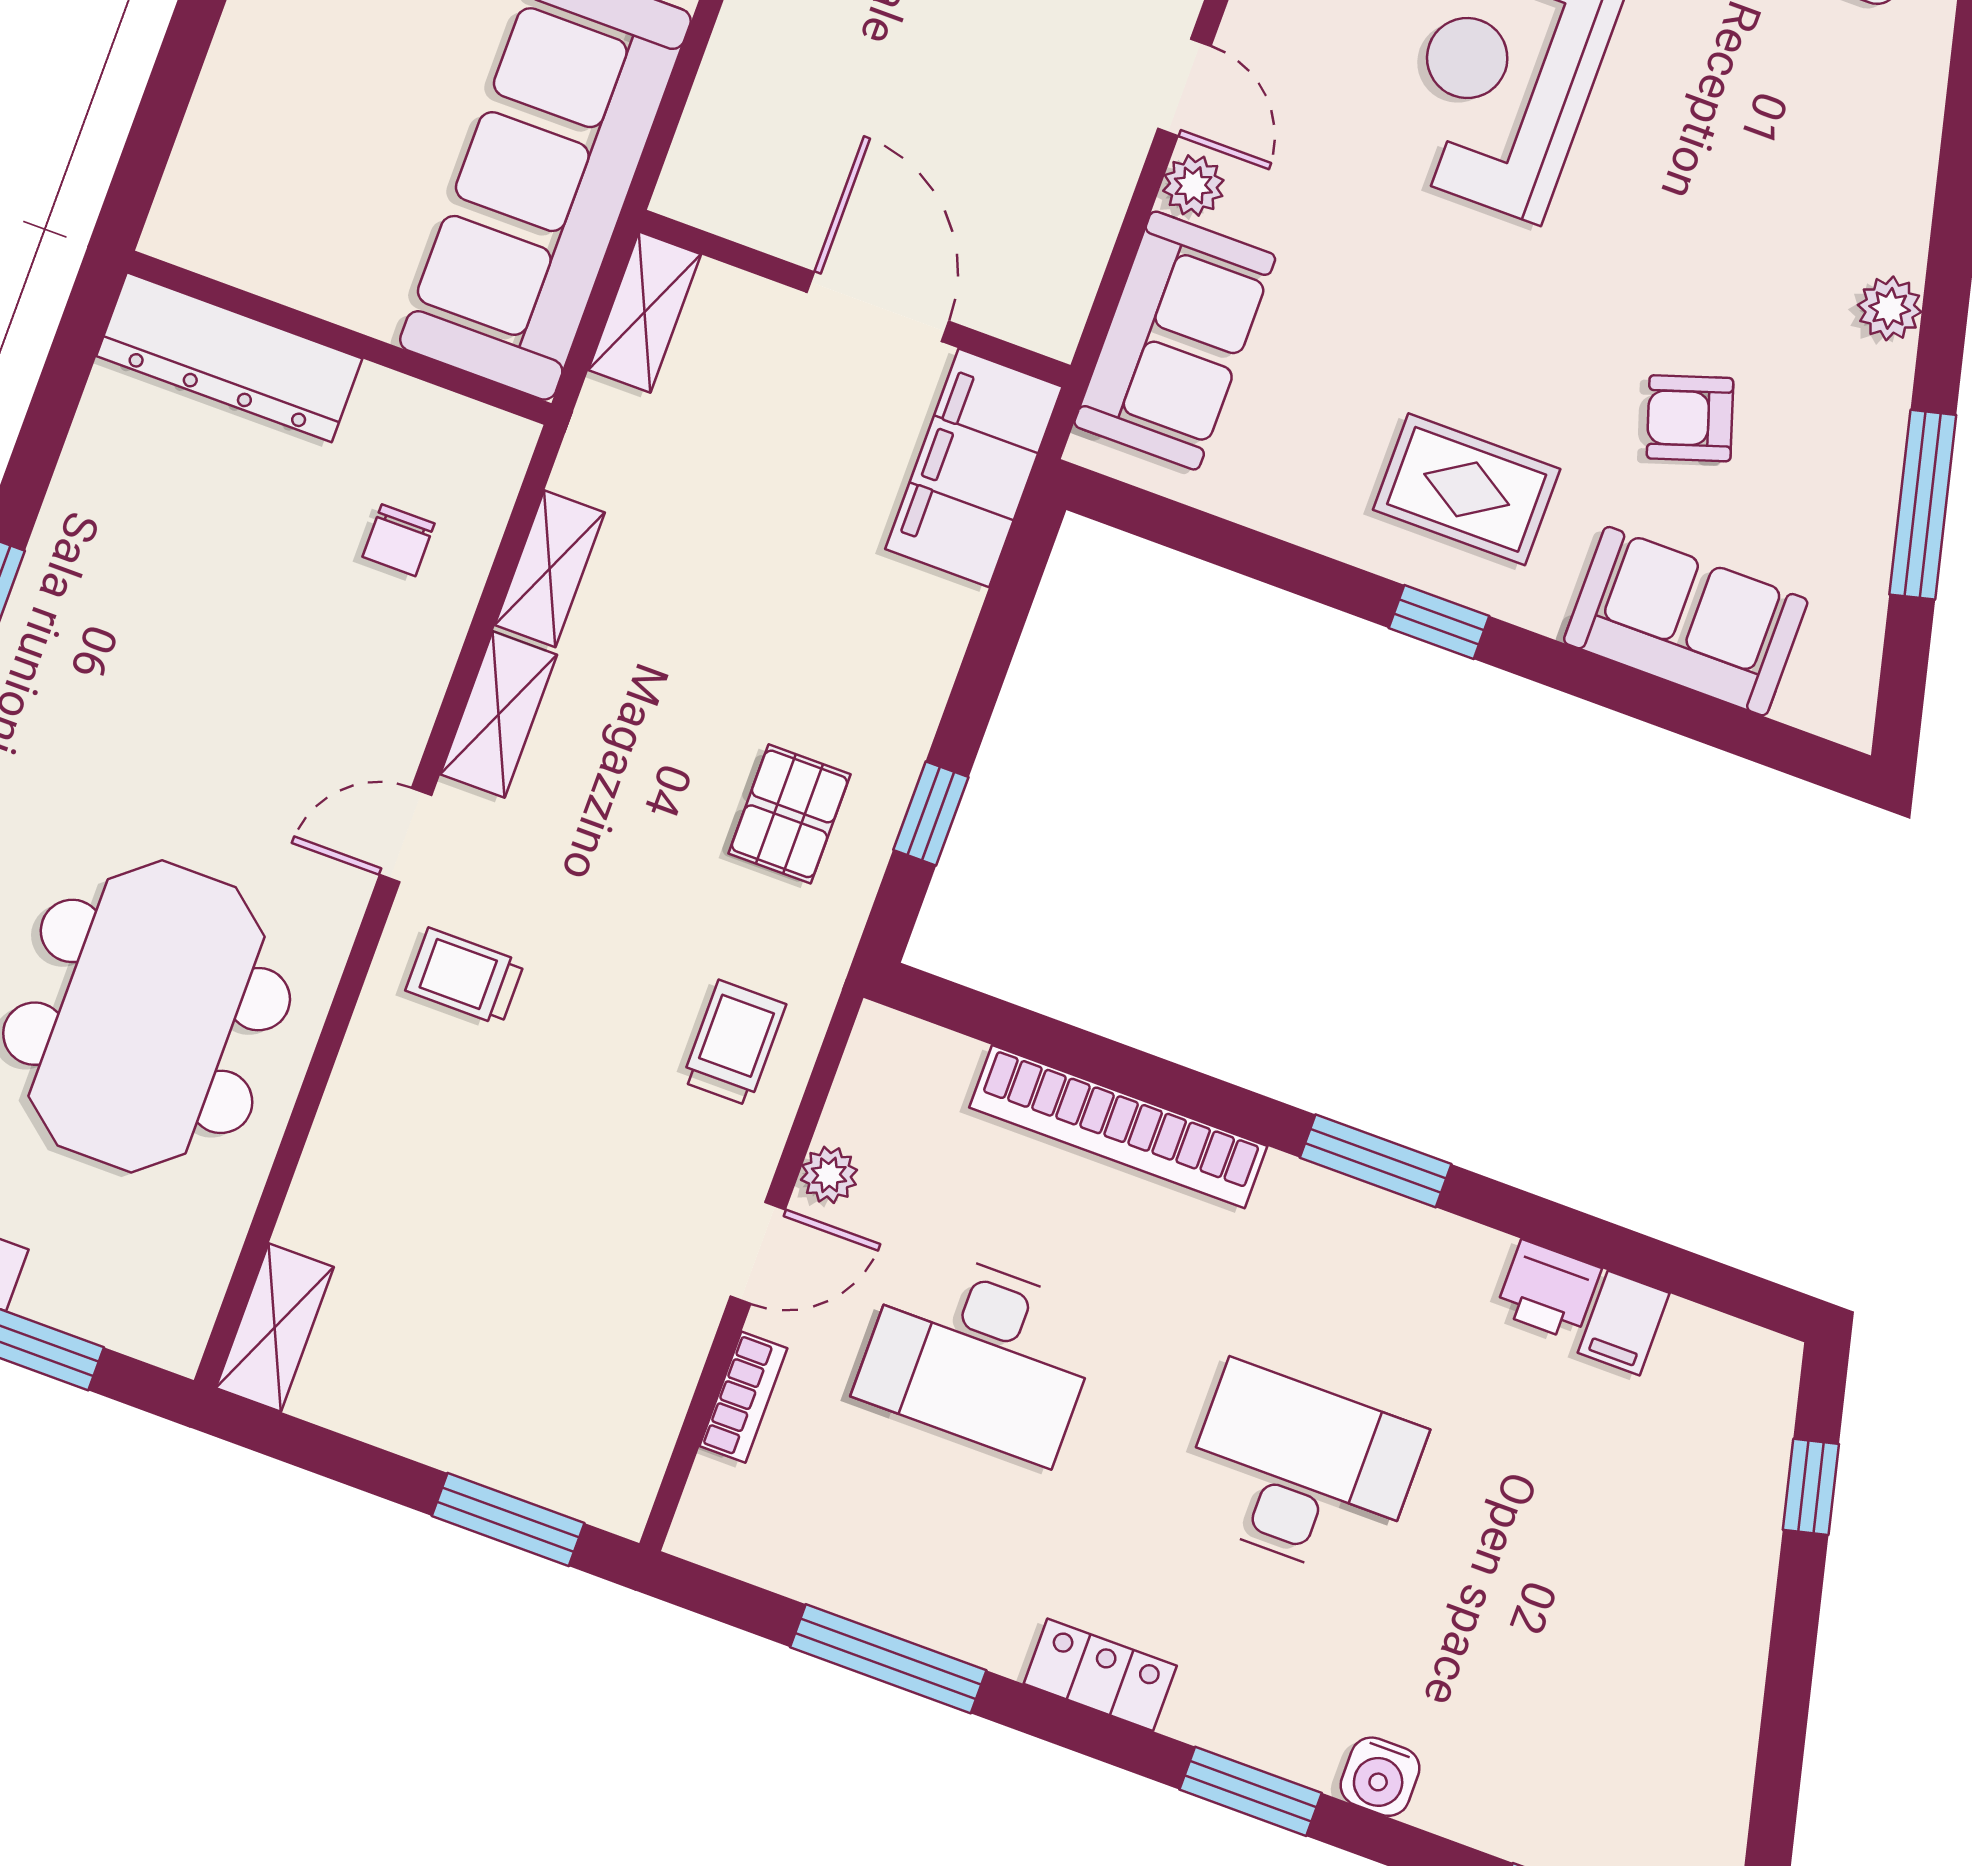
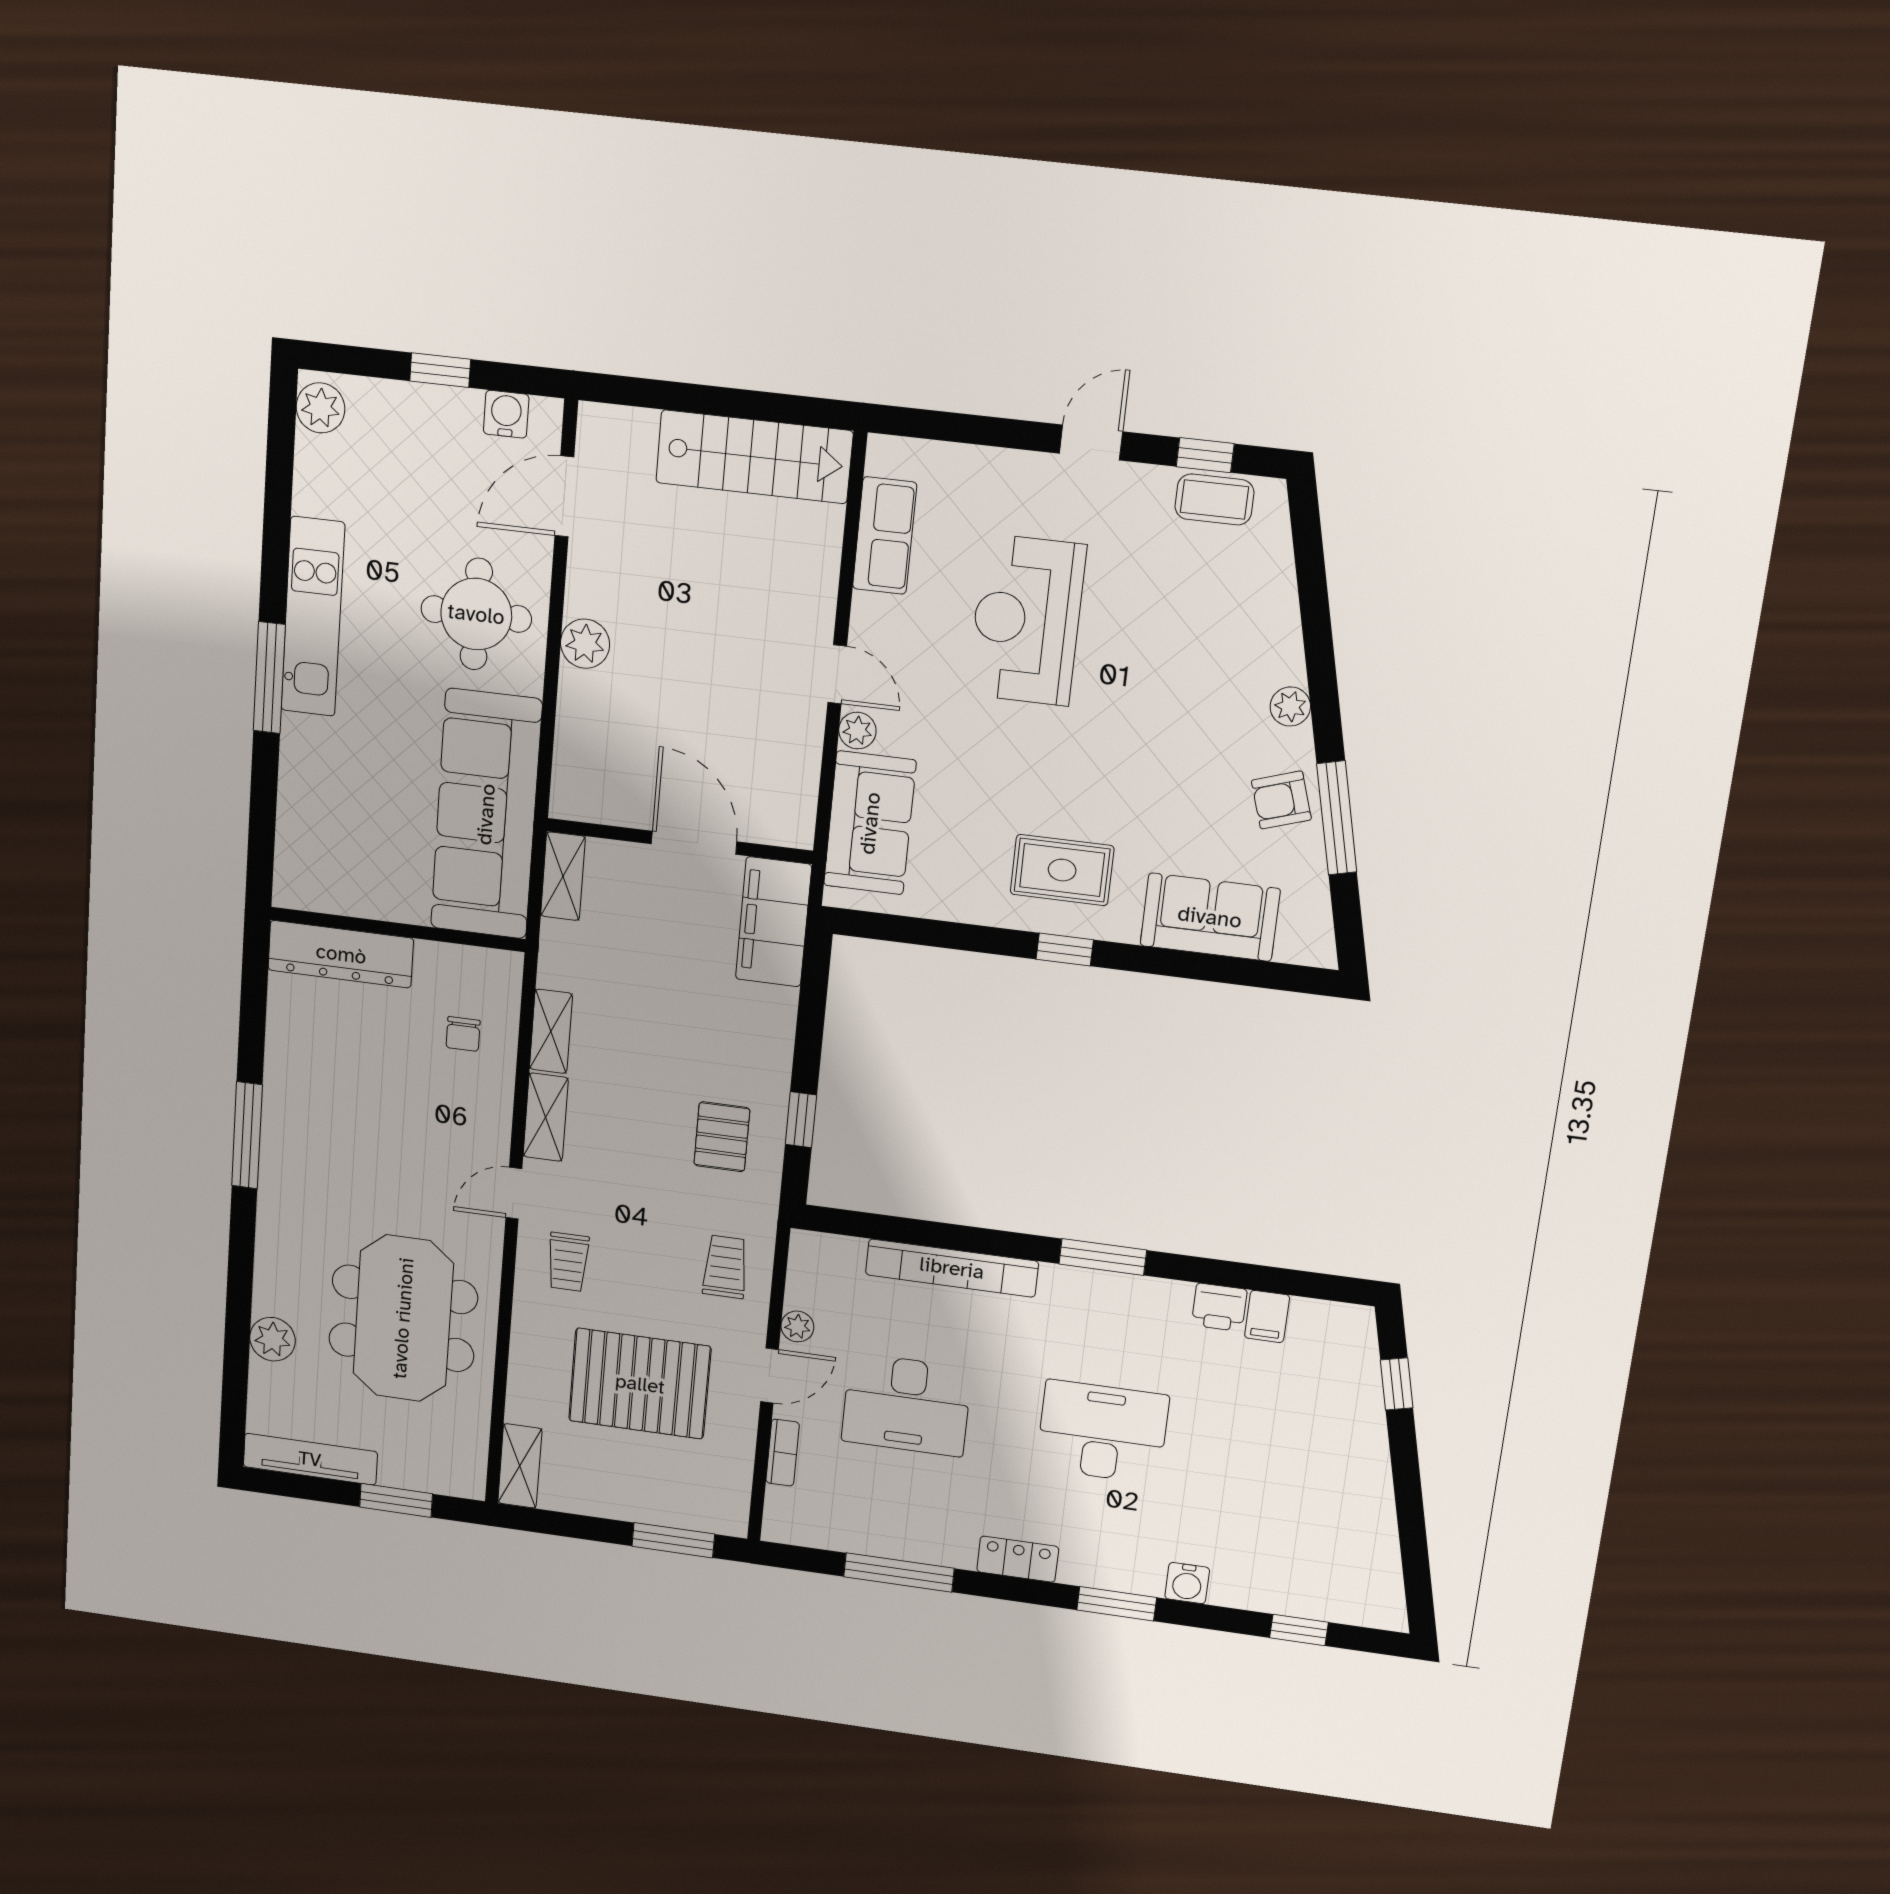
armchair: (1690, 418) -> (1281, 800), moved
trolley: (465, 976) -> (568, 1262), turned -90
pallet: (528, 1221) -> (640, 1384), added

